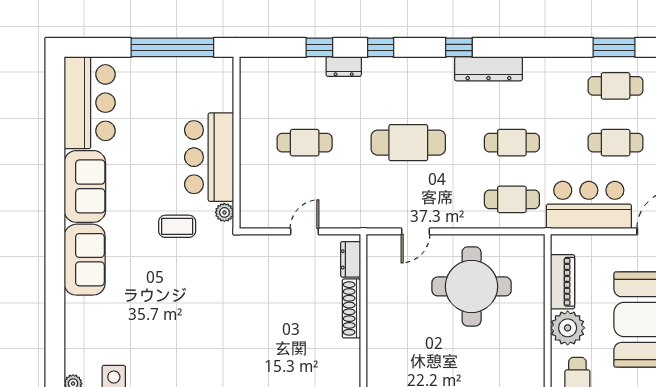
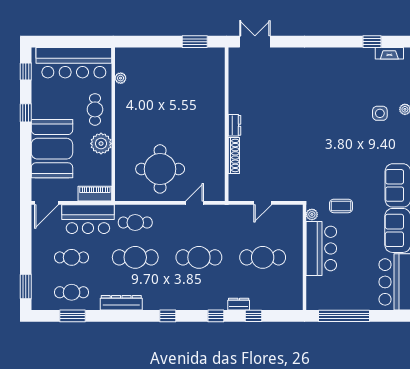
dresser: (488, 69) -> (121, 303), moved
cafe table: (305, 143) -> (263, 257), width x1.37, depth x1.35
cafe table: (512, 143) -> (135, 257), width x1.37, depth x1.35
dresser: (351, 259) -> (234, 125), moved
piano: (563, 282) -> (95, 194), moved, turned 90

